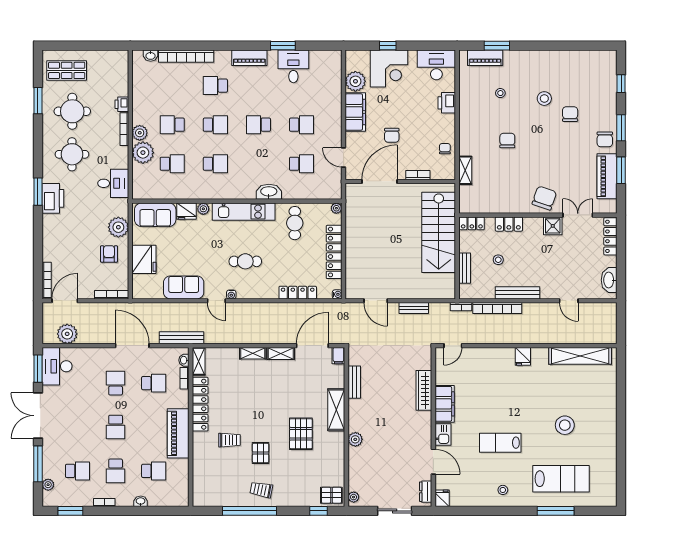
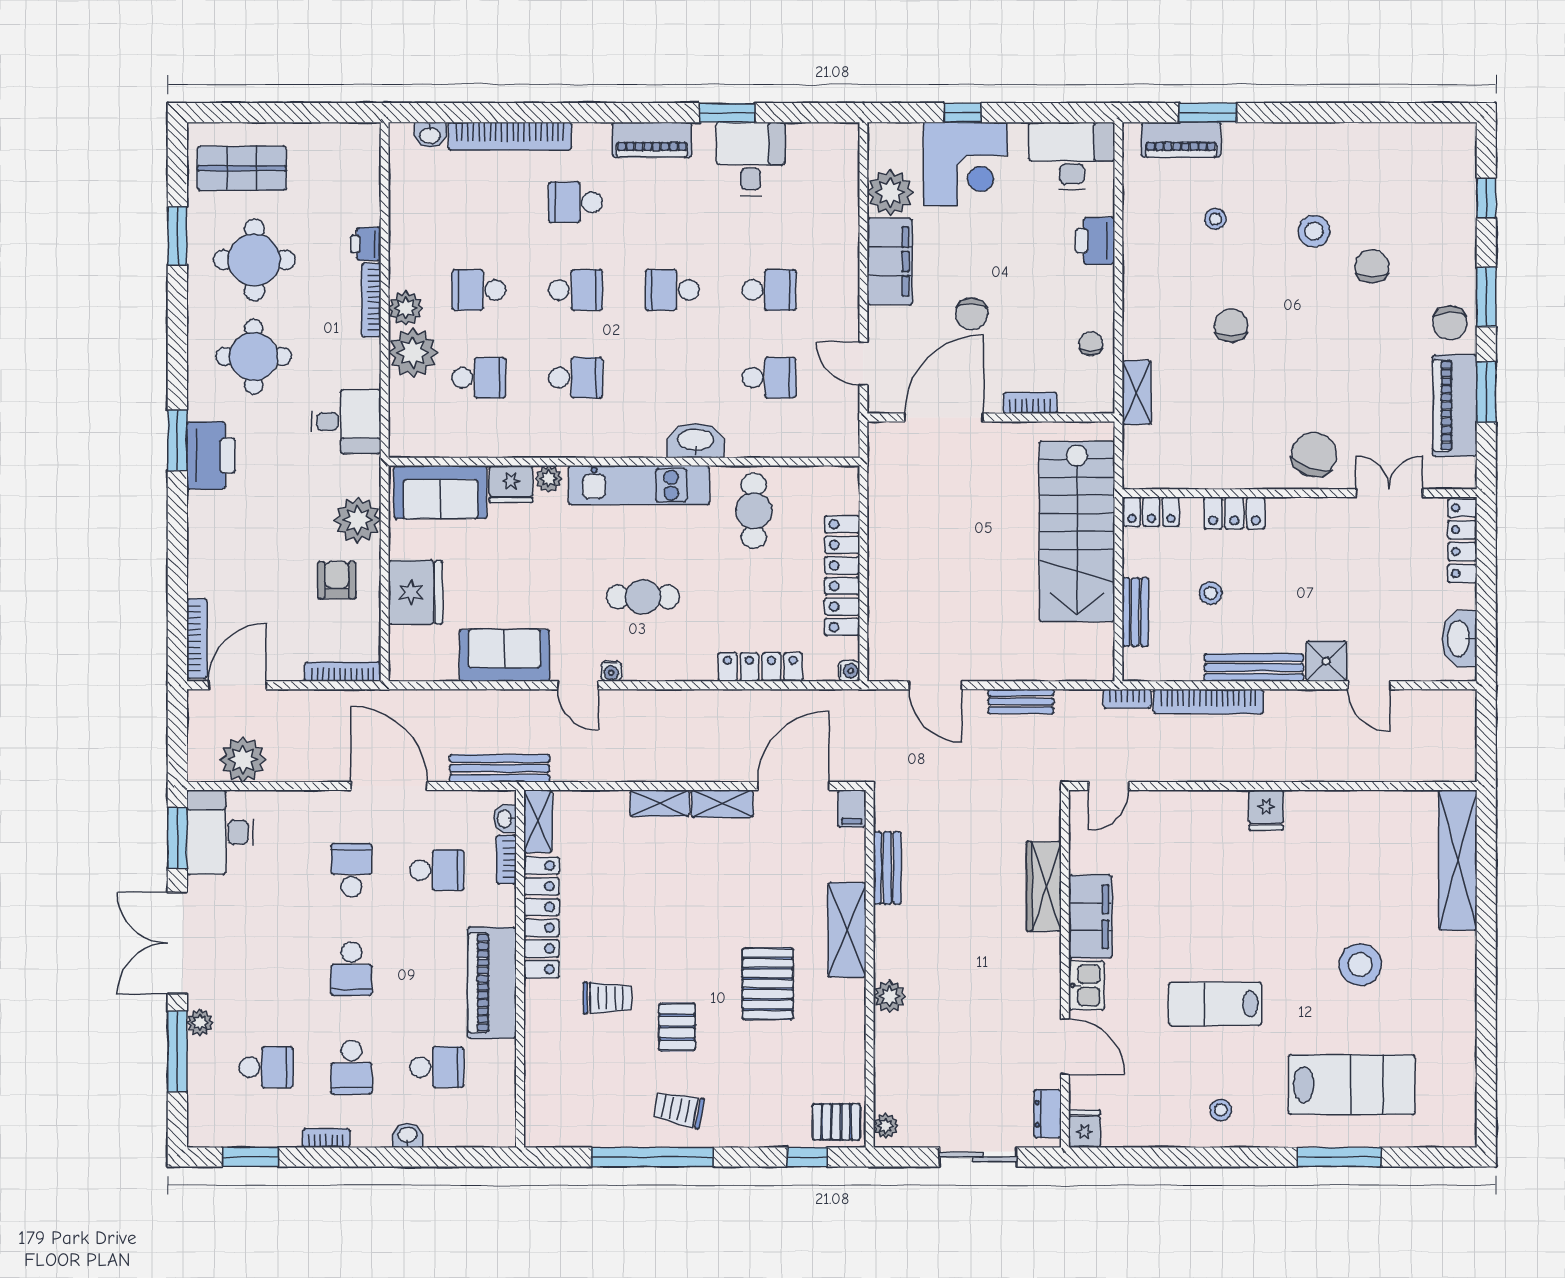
plant: (336, 208) -> (847, 478), removed
shower: (553, 226) -> (1326, 661), moved
shelving: (580, 356) -> (1458, 860), moved, turned 90
plant: (48, 485) -> (200, 1023), moved

